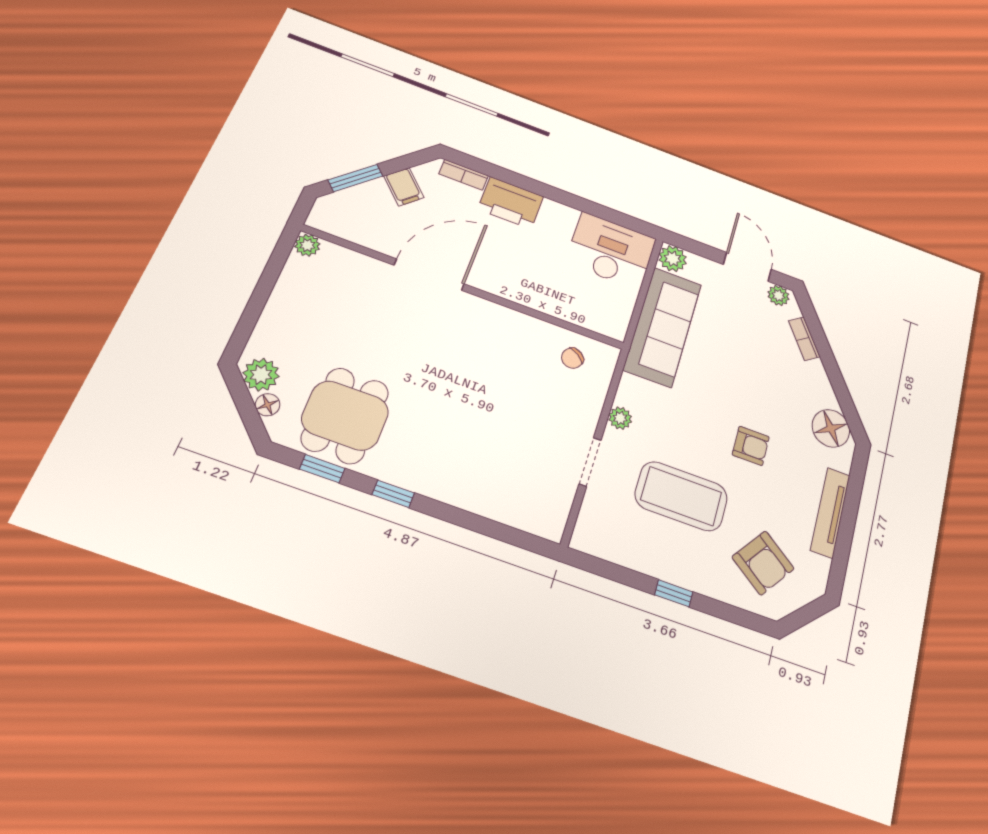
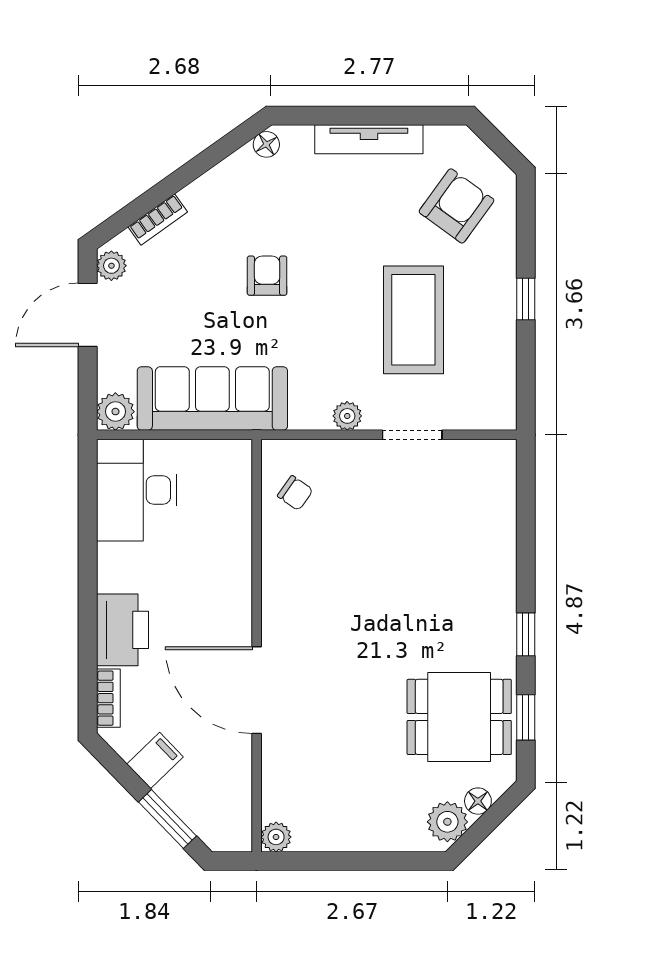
floor lamp: (831, 428) -> (266, 144), width x0.53, depth x0.53
armchair: (751, 446) -> (267, 276), moved

